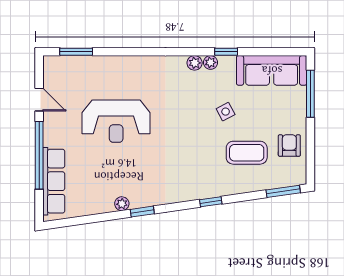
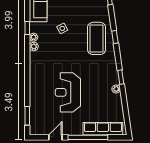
reception desk: (116, 121) -> (68, 92), turned 180
coffee table: (247, 153) -> (97, 38), moved, width x1.36, depth x1.32

